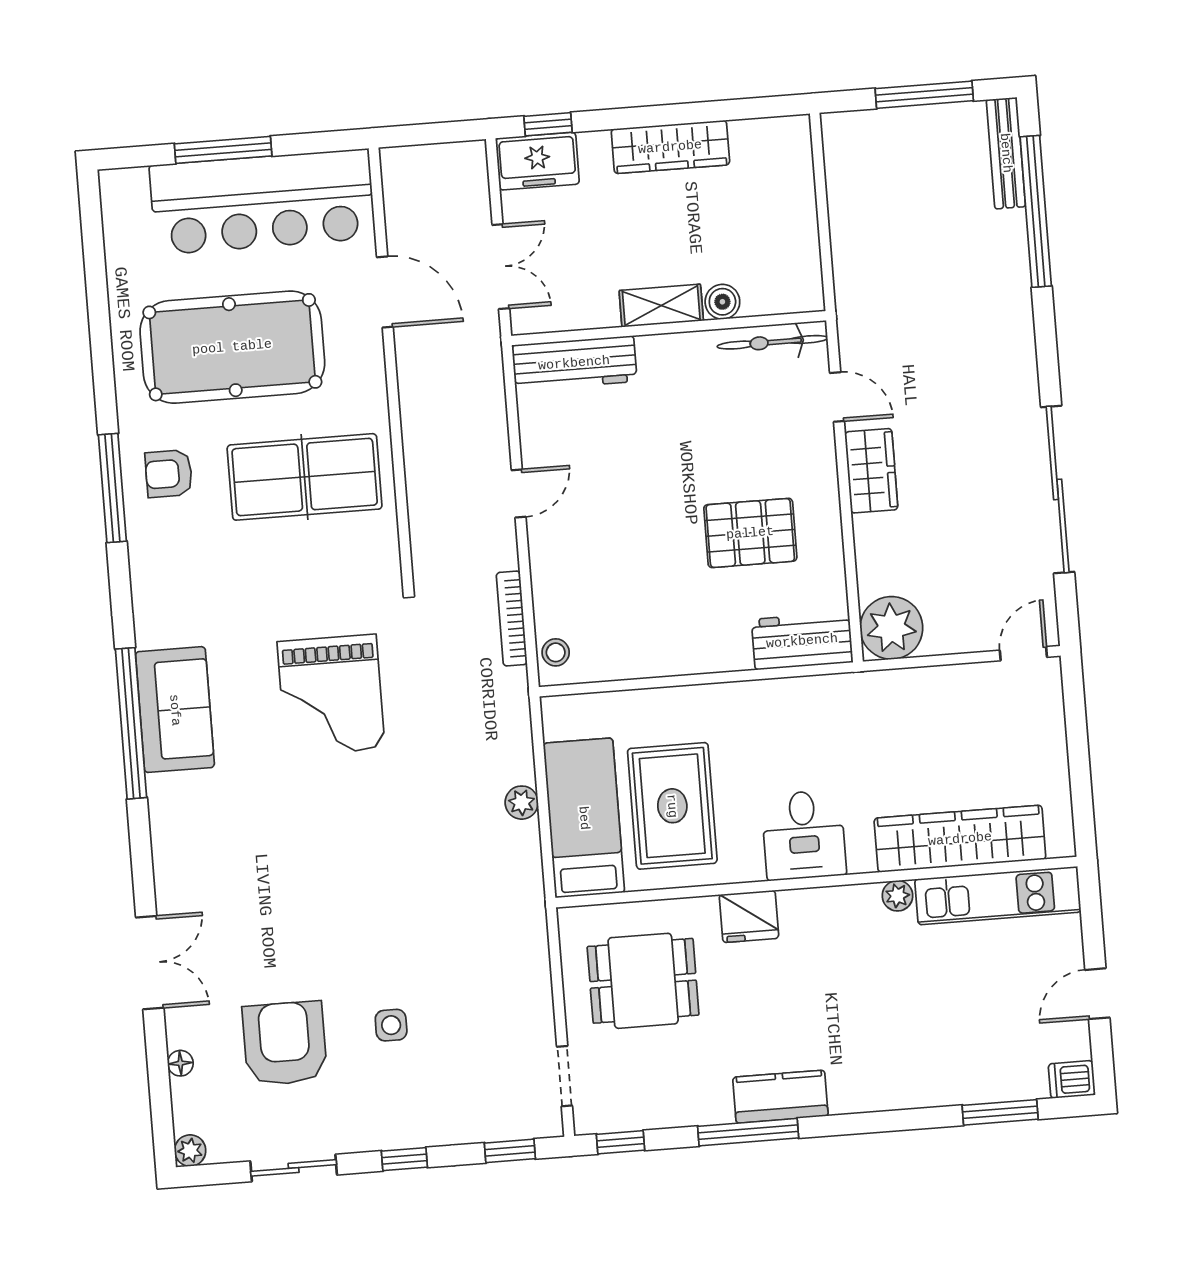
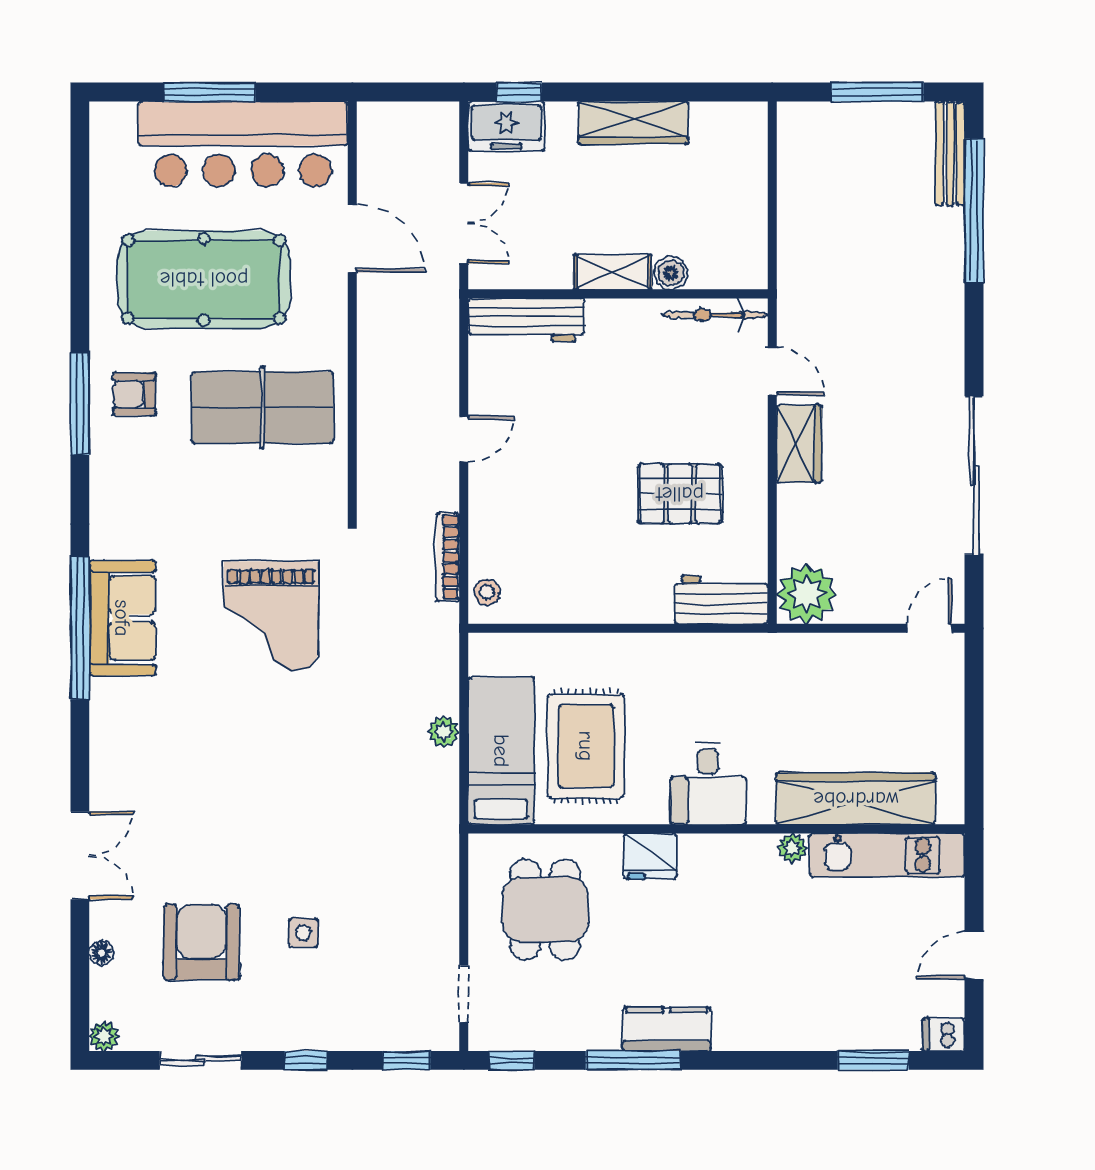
dining table: (643, 981) -> (545, 909), turned 90

